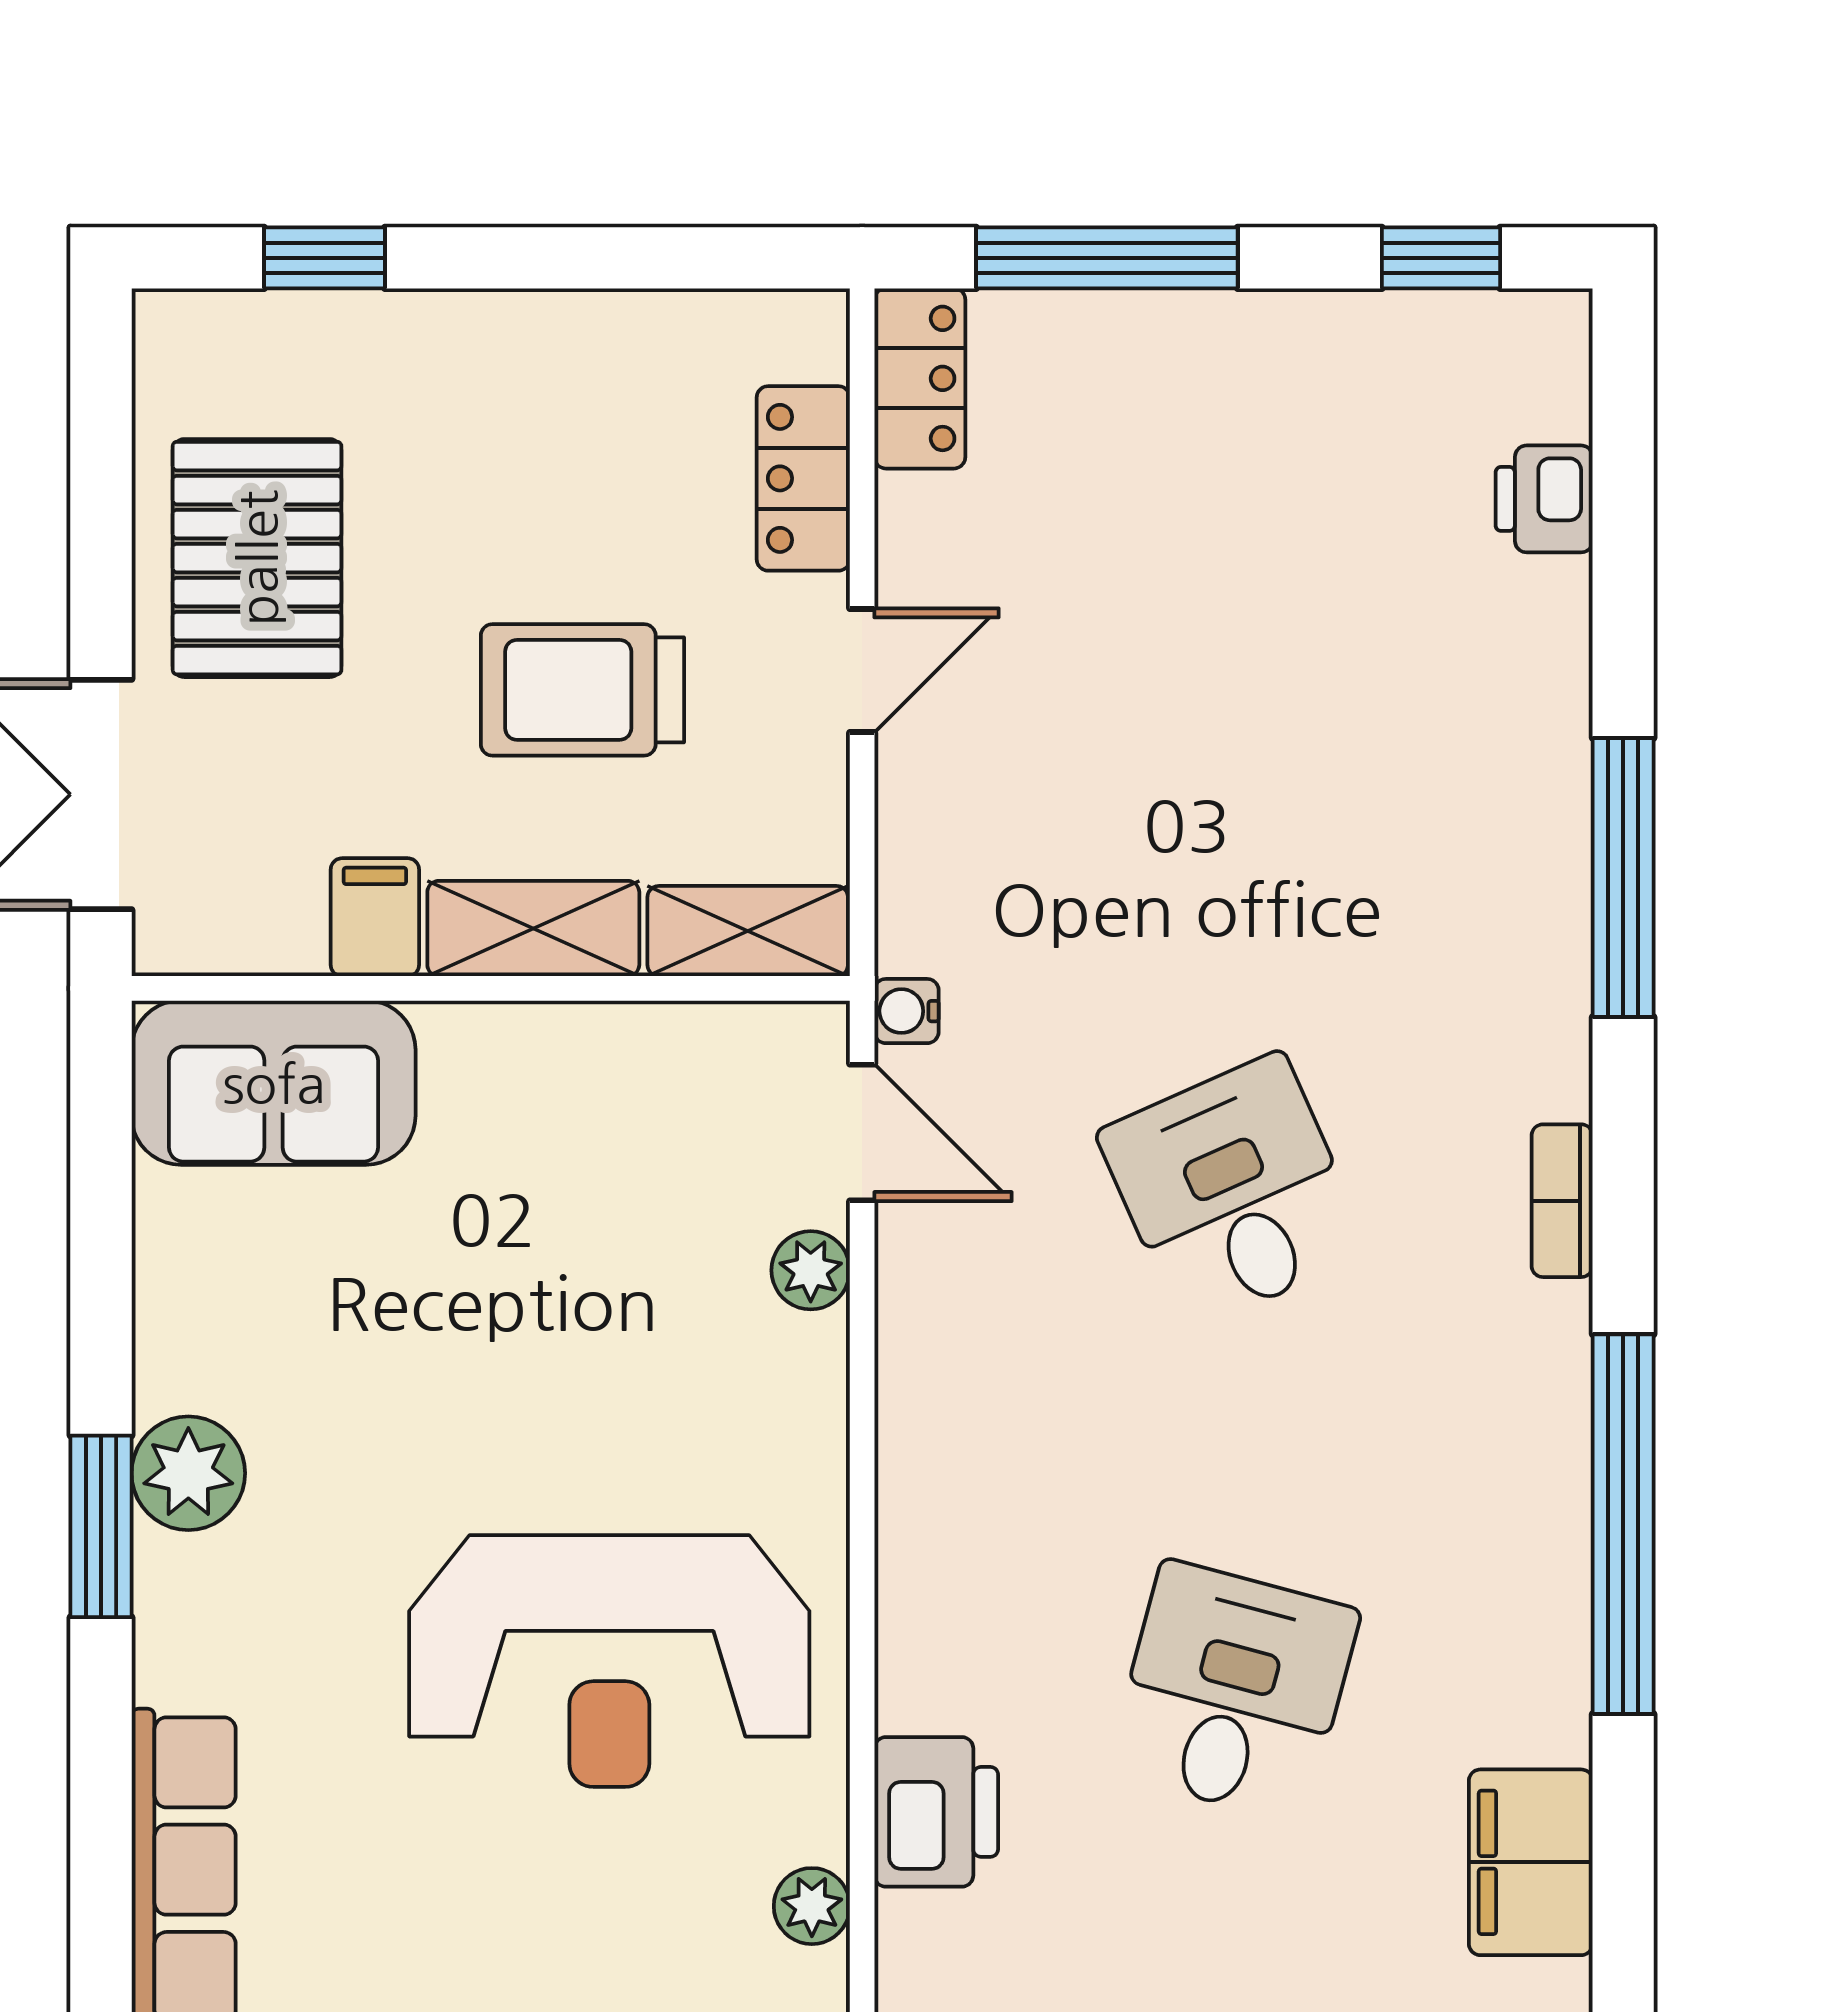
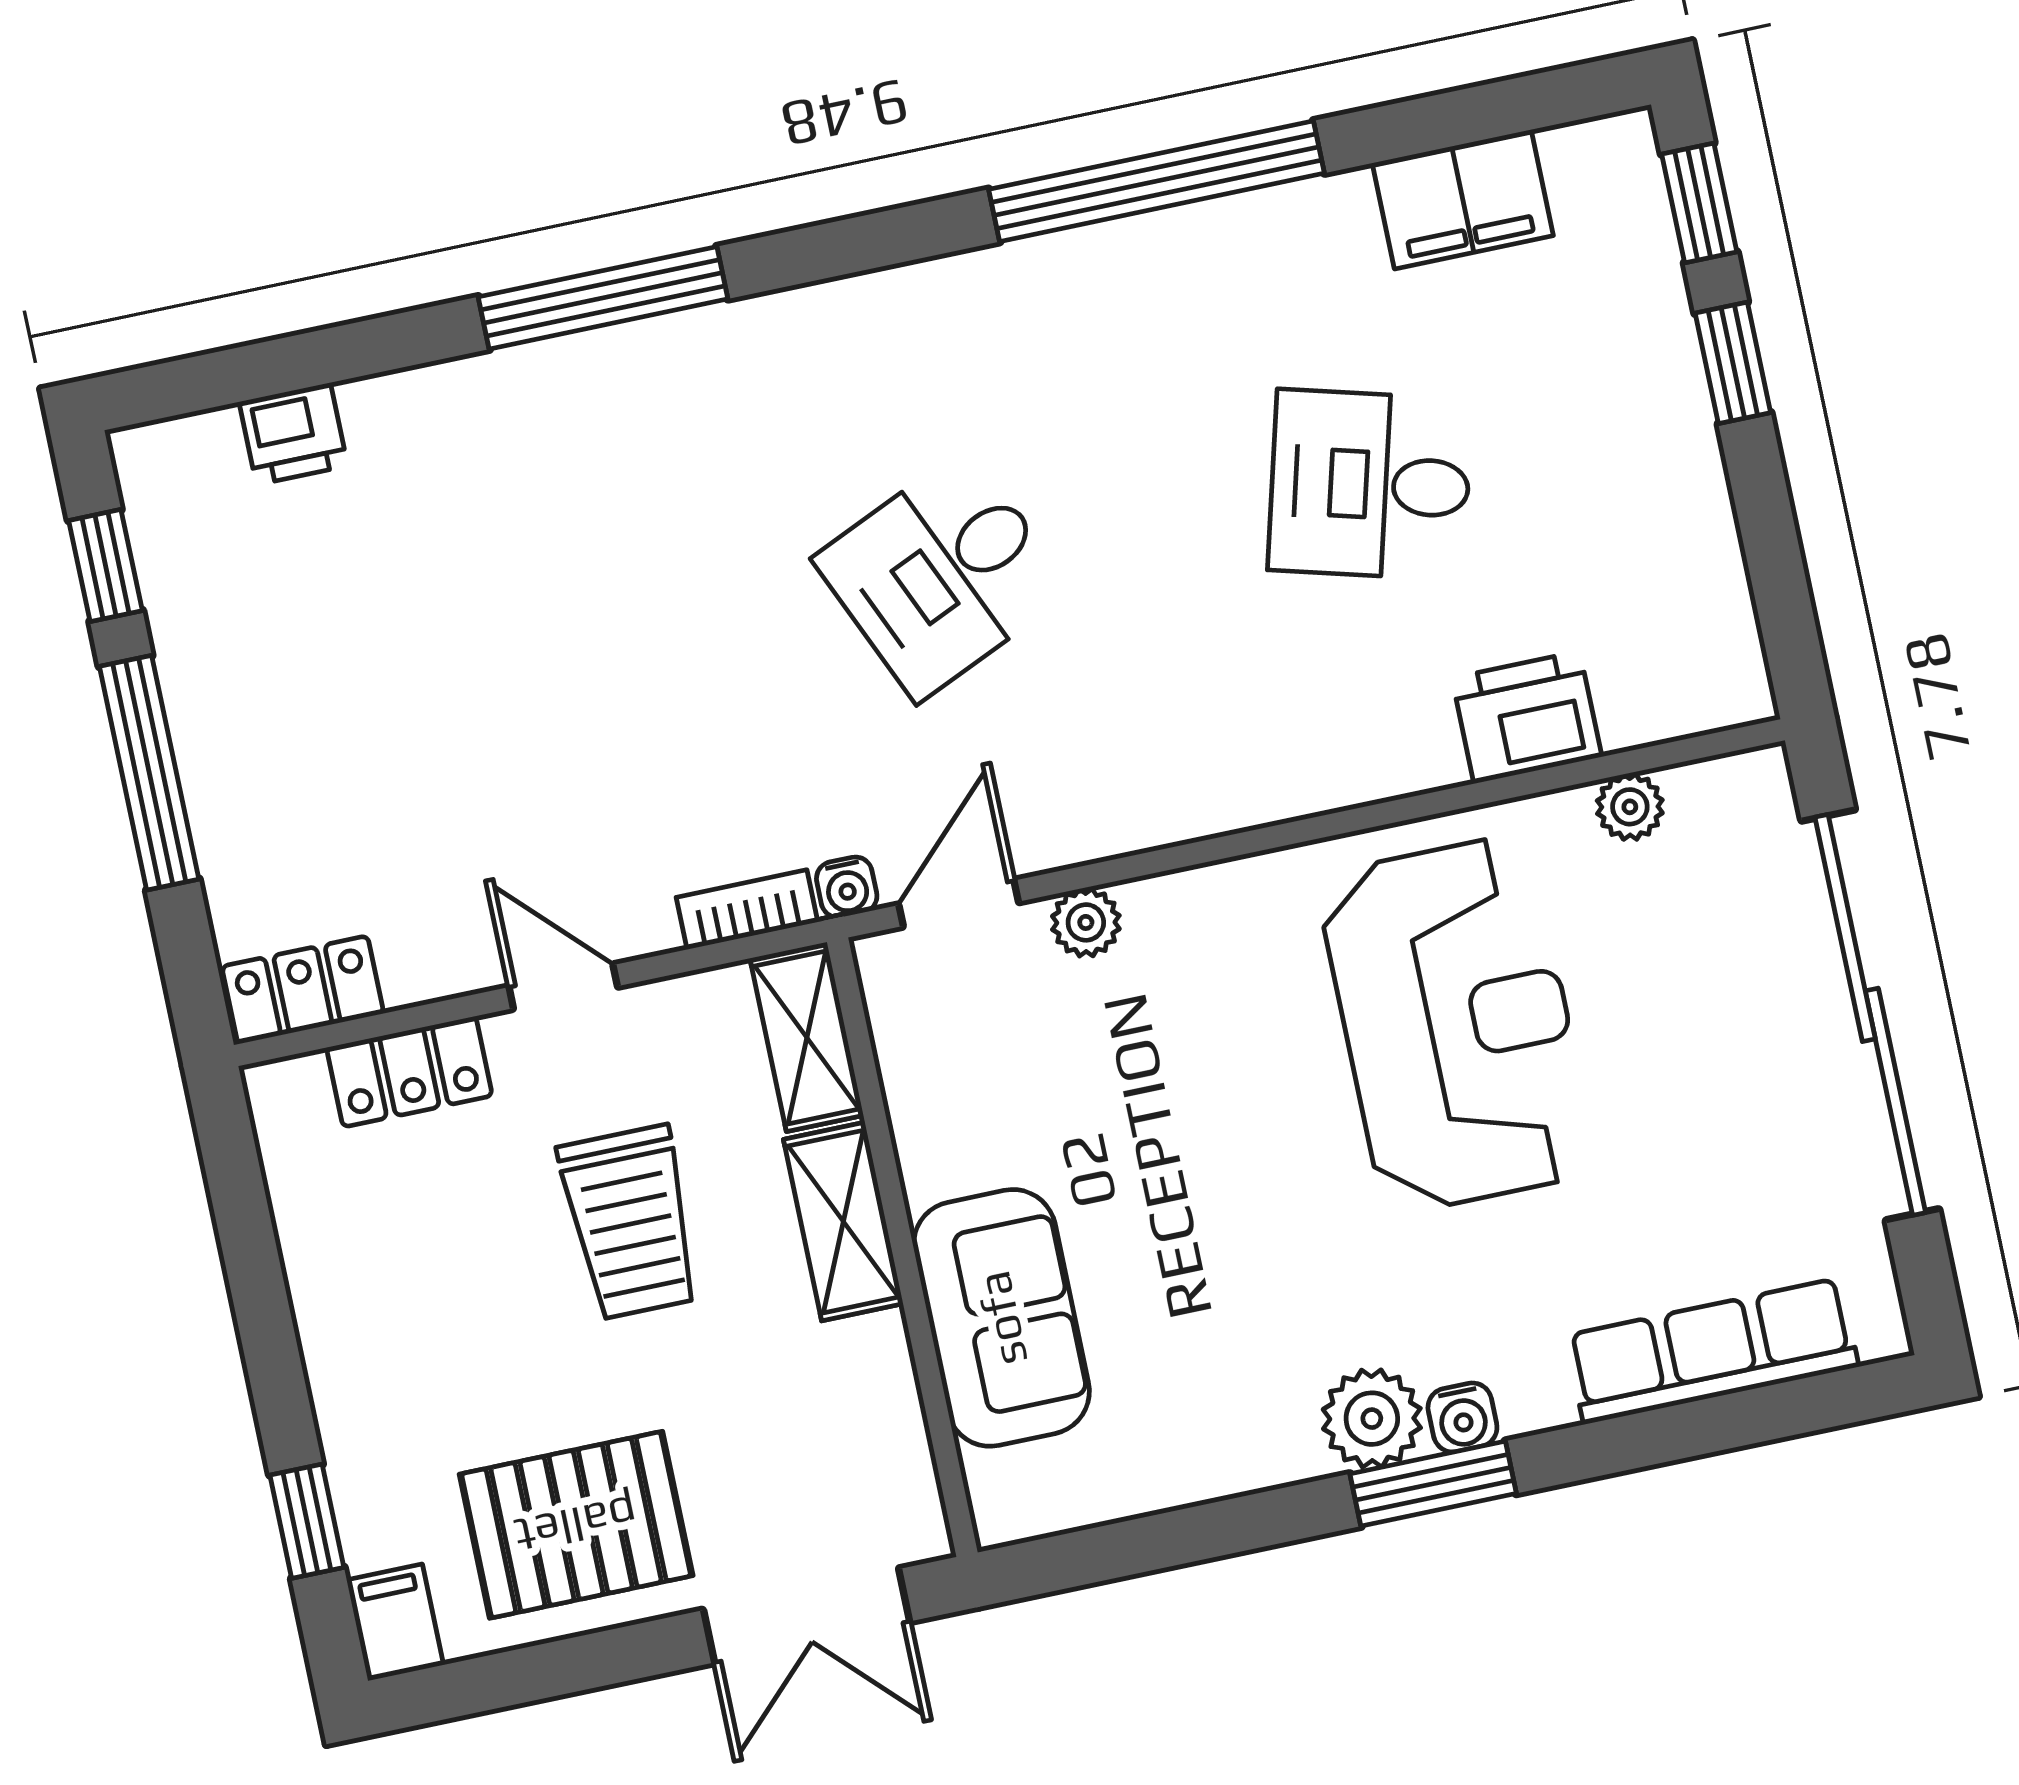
window: (1107, 258) -> (149, 773), moved
filing cabinet: (375, 917) -> (395, 1622), moved, turned 90
sofa: (274, 1083) -> (1001, 1318), moved
bookcase: (1562, 1201) -> (747, 910), moved, turned 180
water cooler: (168, 1575) -> (1462, 1417), added

